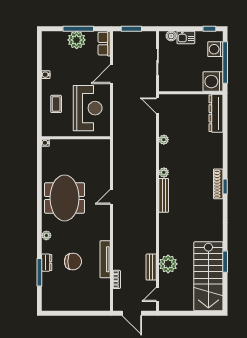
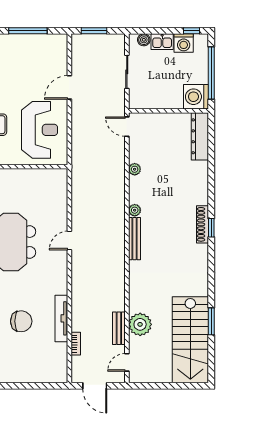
plant: (77, 40) -> (26, 45), removed
row of seats: (104, 44) -> (60, 49), removed
washing machine: (215, 49) -> (184, 43), moved, turned -90

